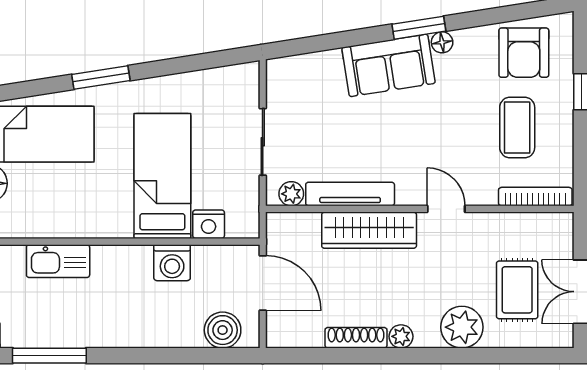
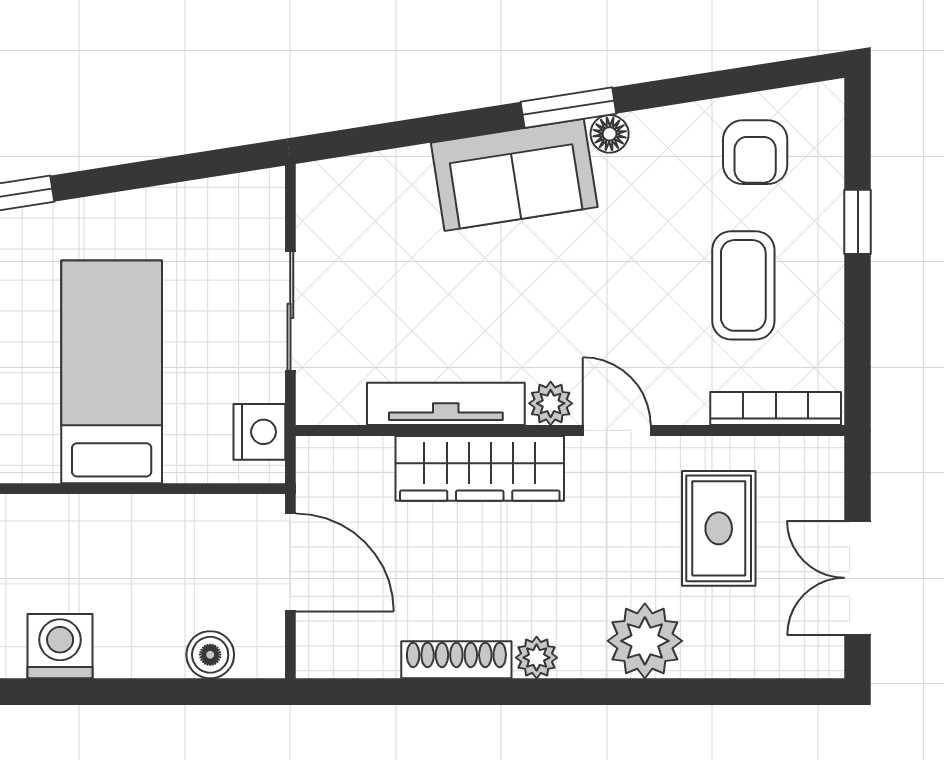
armchair: (524, 53) -> (755, 152), width x0.72, depth x0.72
plant: (291, 194) -> (551, 403), moved
nightstand: (209, 224) -> (259, 432), moved, turned -90
washing machine: (172, 263) -> (60, 646), moved, turned 180
rug: (517, 290) -> (719, 528), moved
boiler: (223, 330) -> (210, 655), width x0.73, depth x0.73

